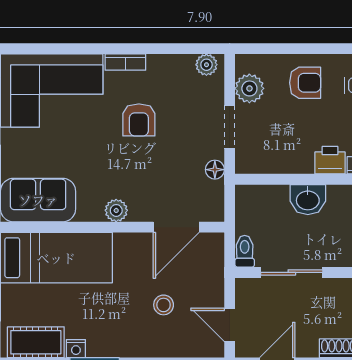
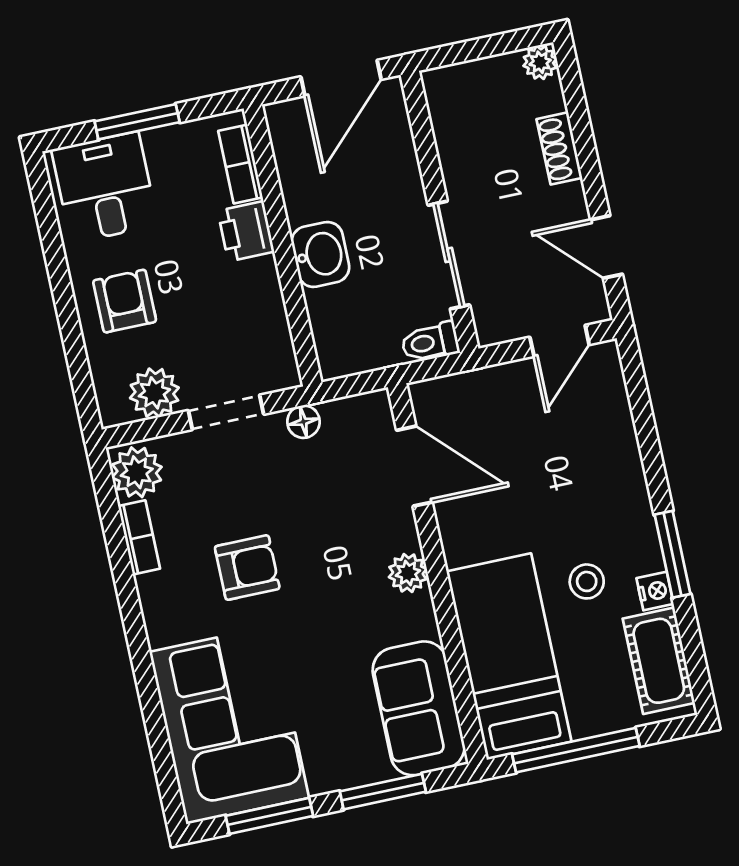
bookcase: (125, 62) -> (139, 537), moved
plant: (206, 65) -> (137, 472), width x1.38, depth x1.38
stool: (164, 305) -> (587, 581), moved

